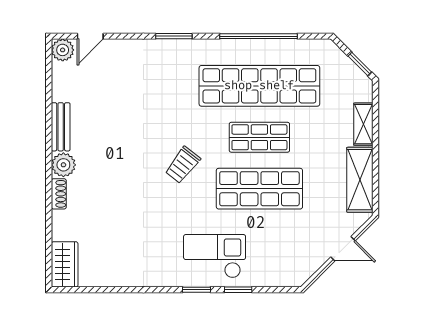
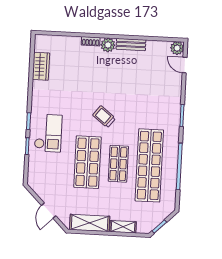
wardrobe: (65, 264) -> (41, 66), moved, turned -90

